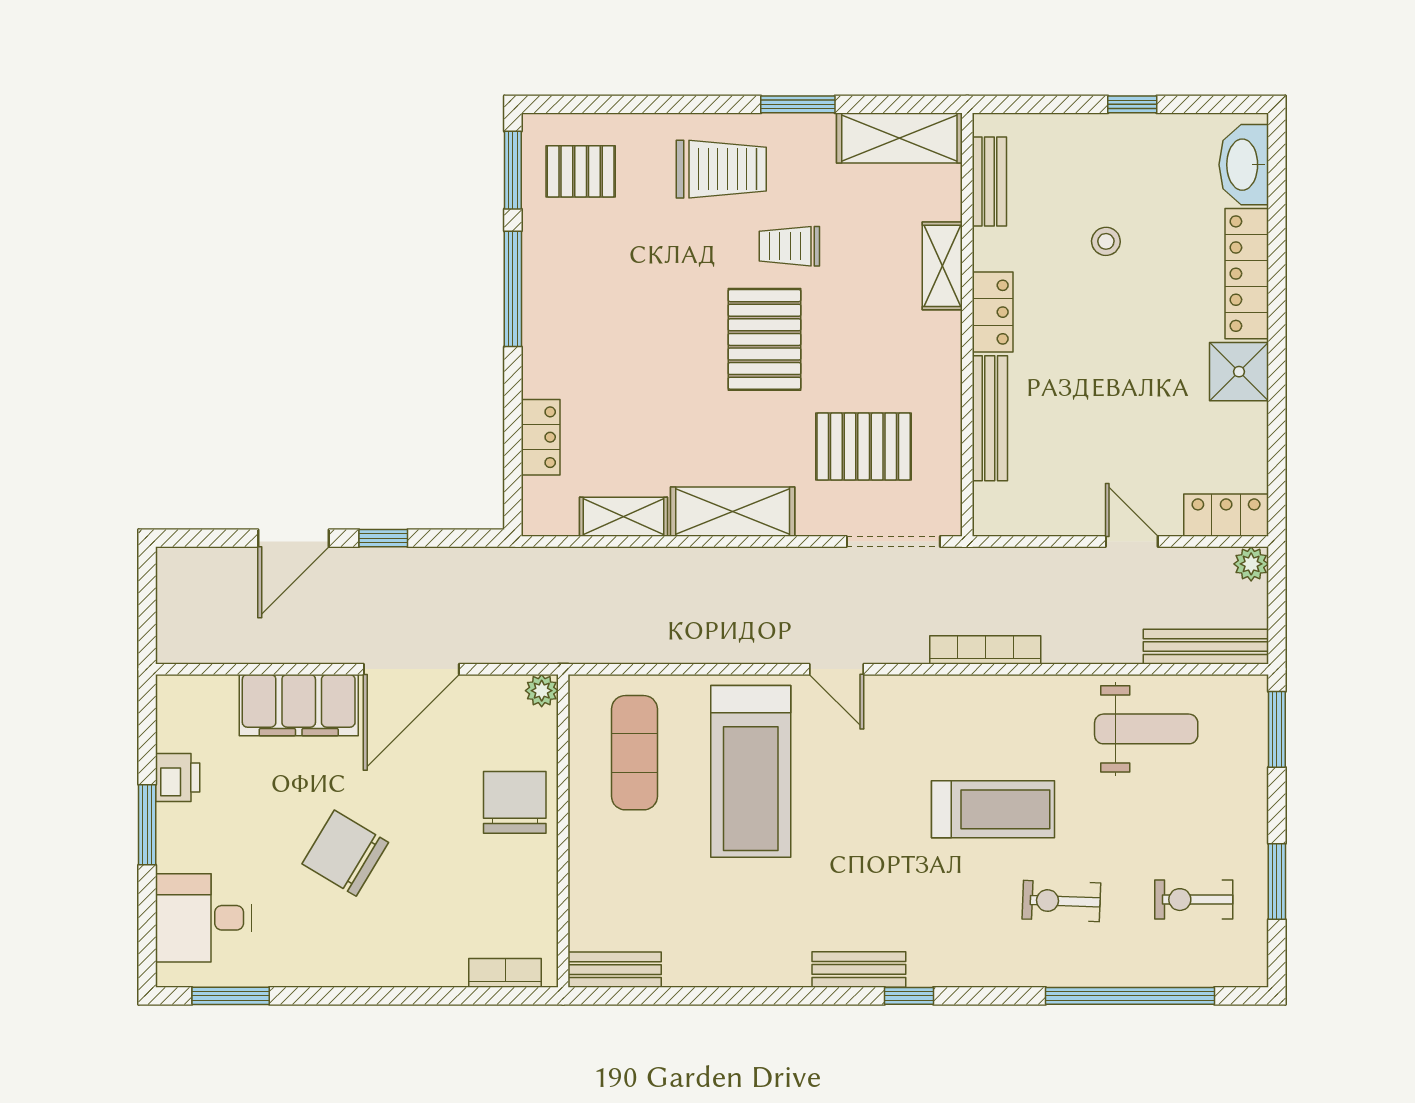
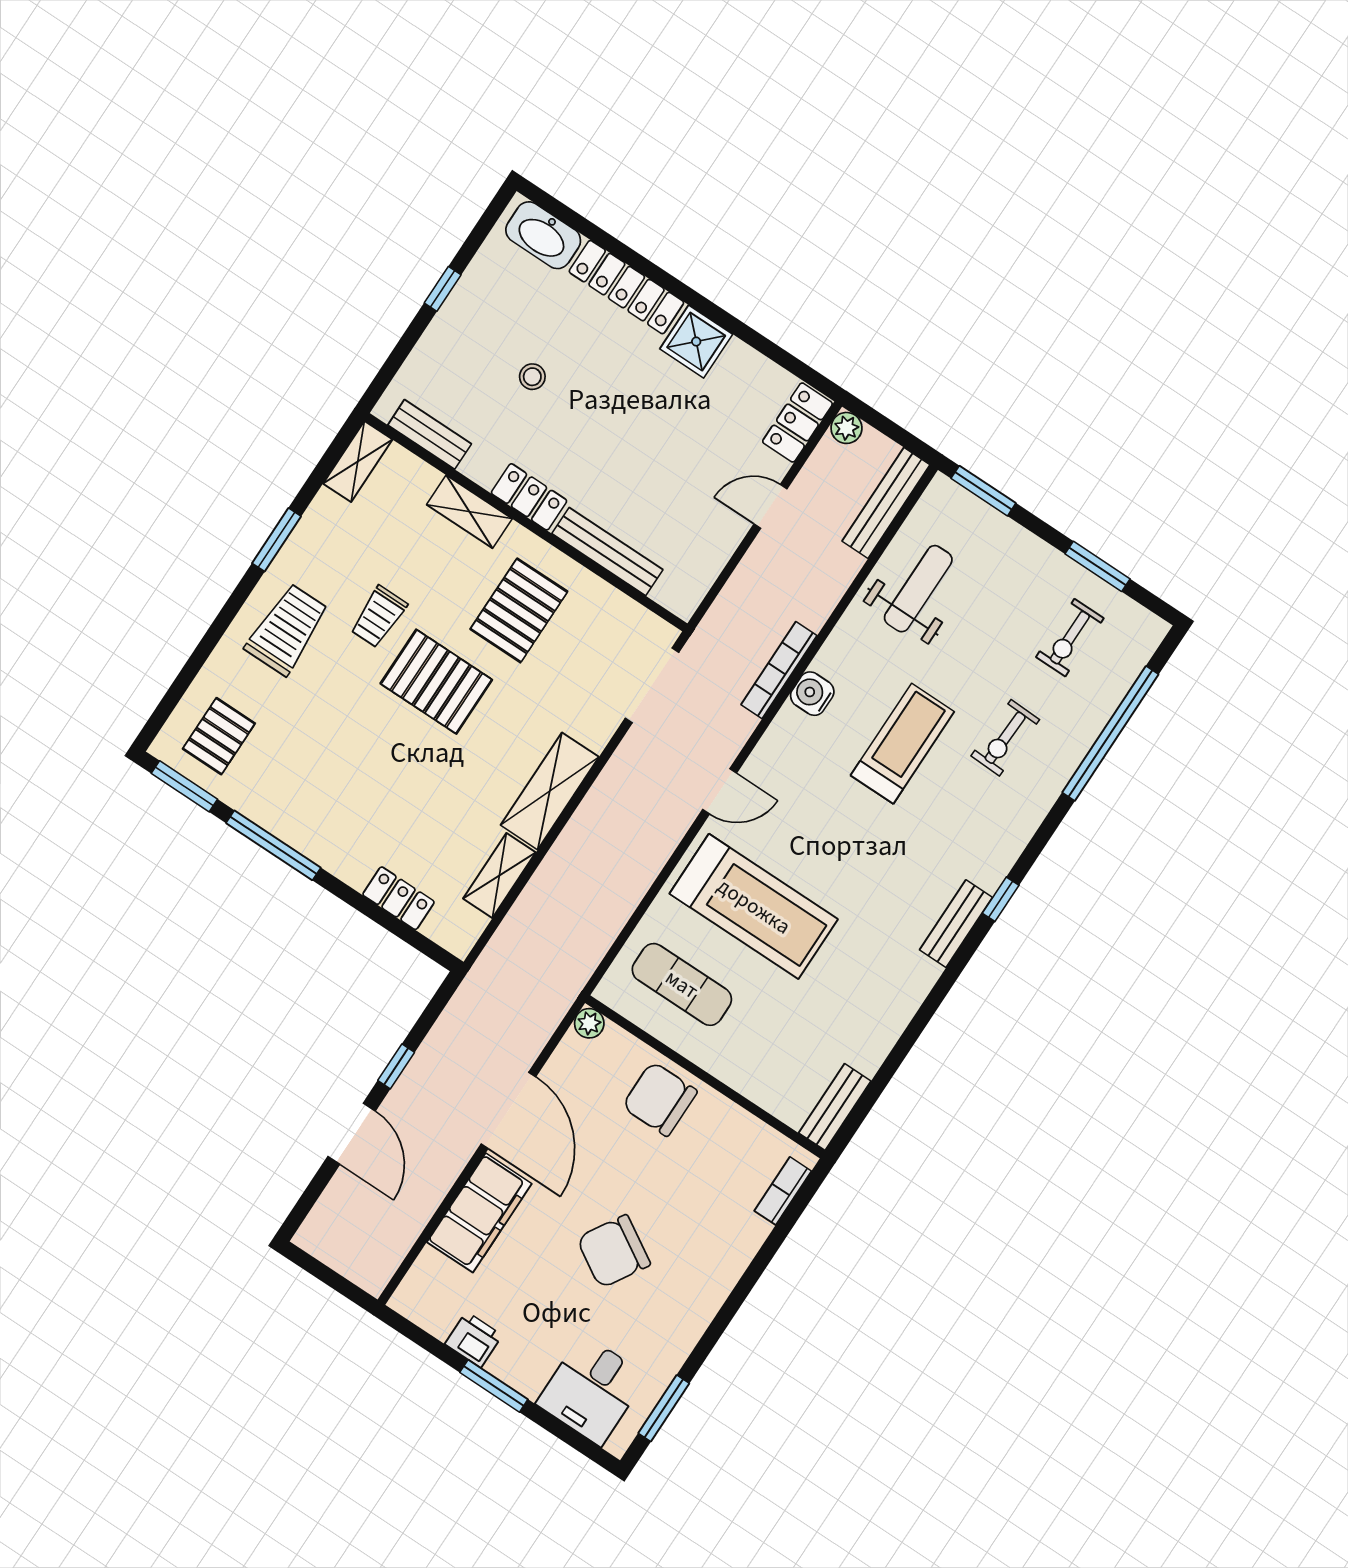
shelving: (899, 138) -> (358, 462), width x0.67, depth x0.75
pallet: (864, 447) -> (519, 610), moved
water cooler: (984, 695) -> (812, 694), added

